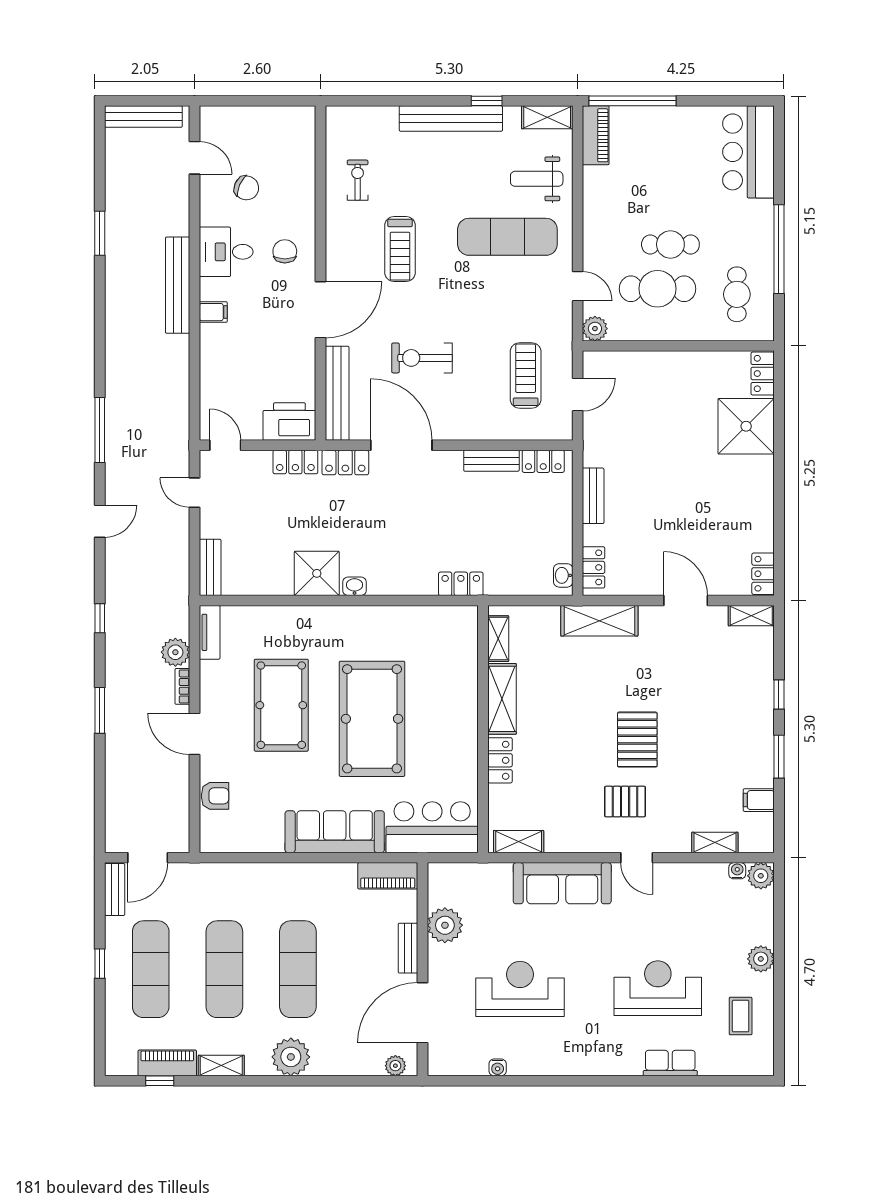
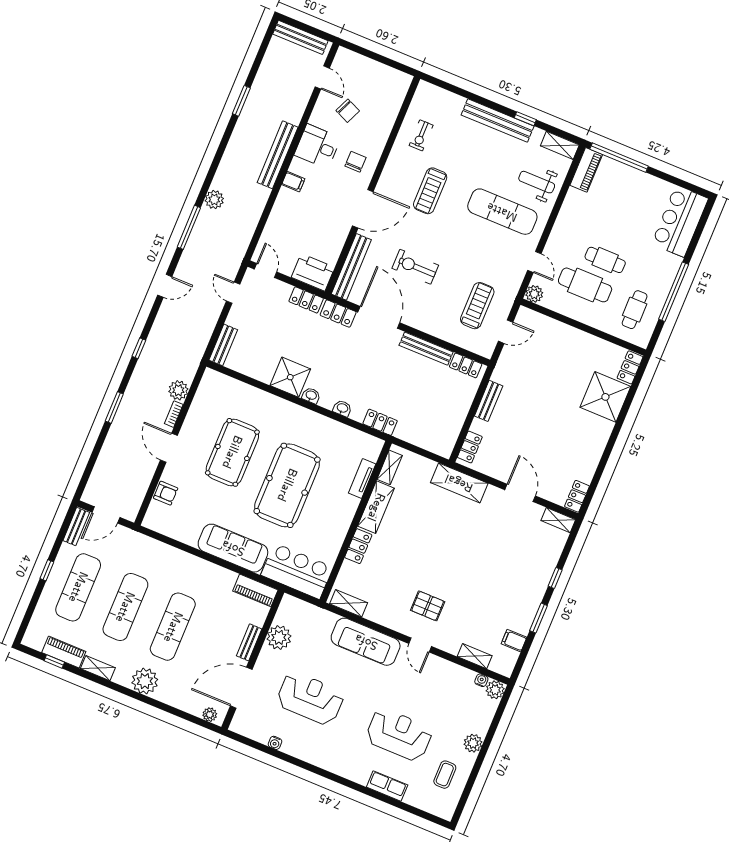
exercise bike: (358, 180) -> (421, 135), turned 180
plant: (118, 379) -> (214, 200), added
bench: (491, 461) -> (426, 349), width x1.36
washbasin: (563, 575) -> (342, 408), moved, turned 90
tv unit: (210, 632) -> (362, 478), moved, turned 180
pallet: (637, 740) -> (452, 569), removed

